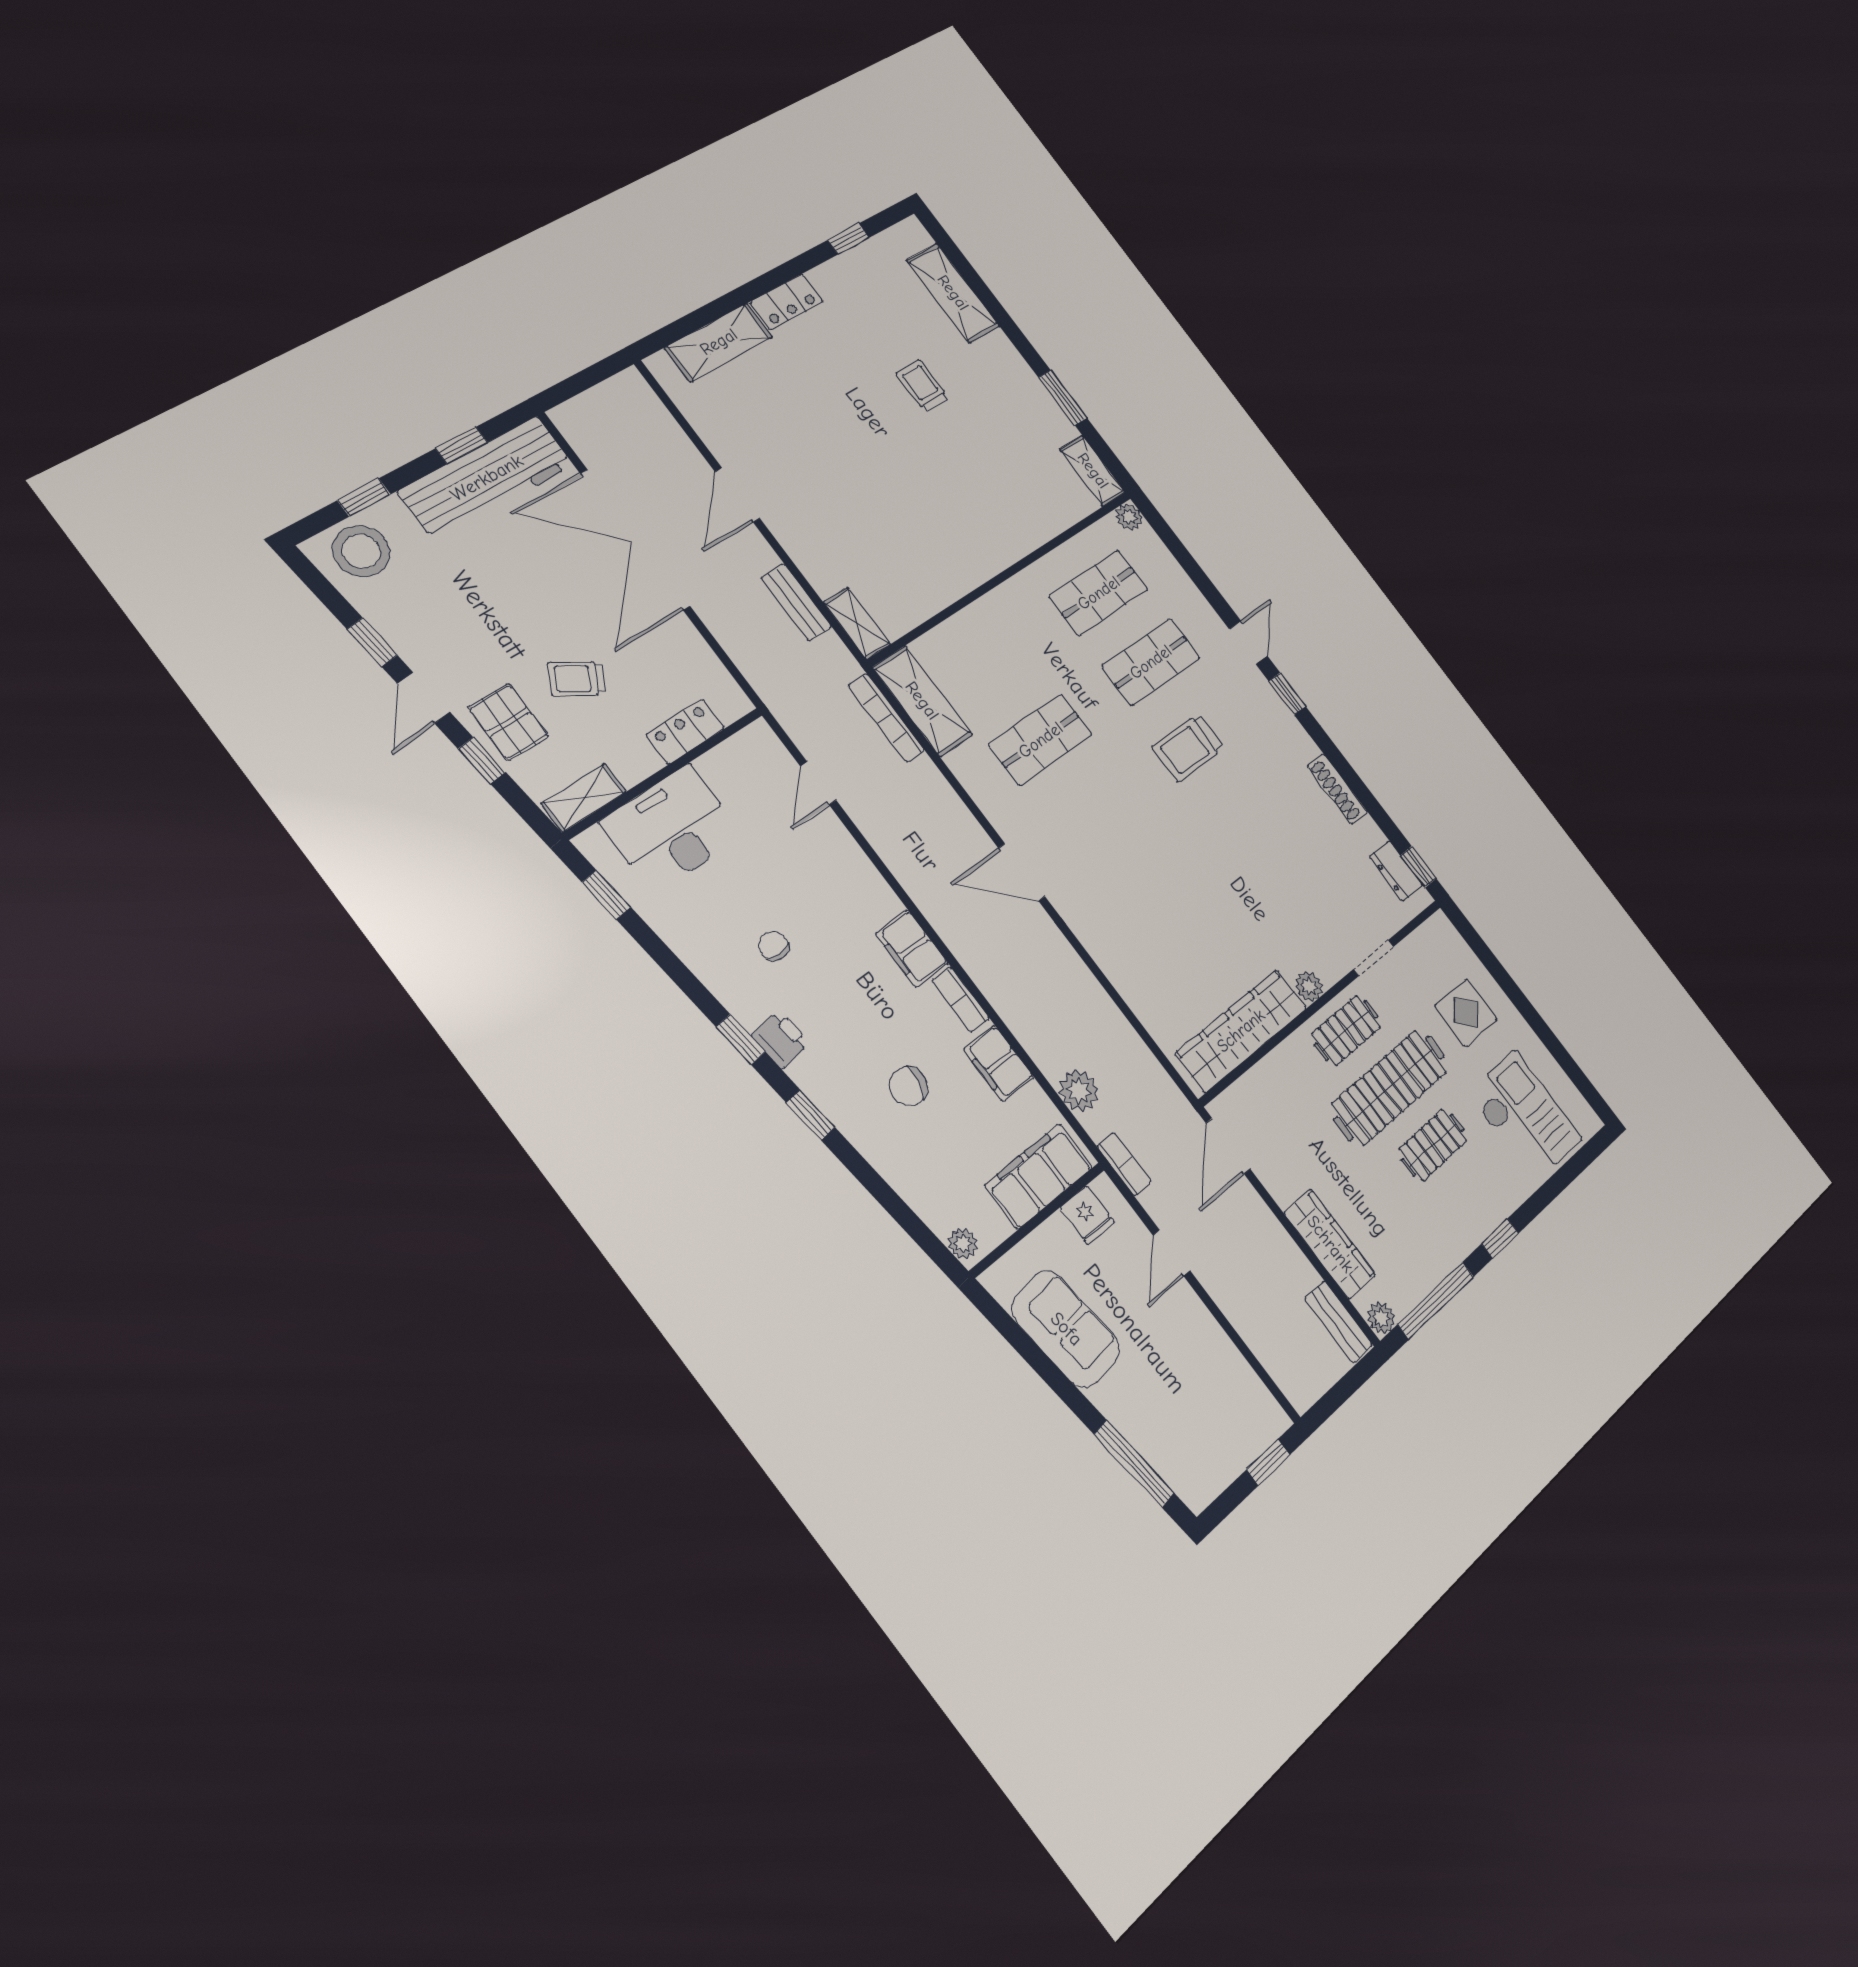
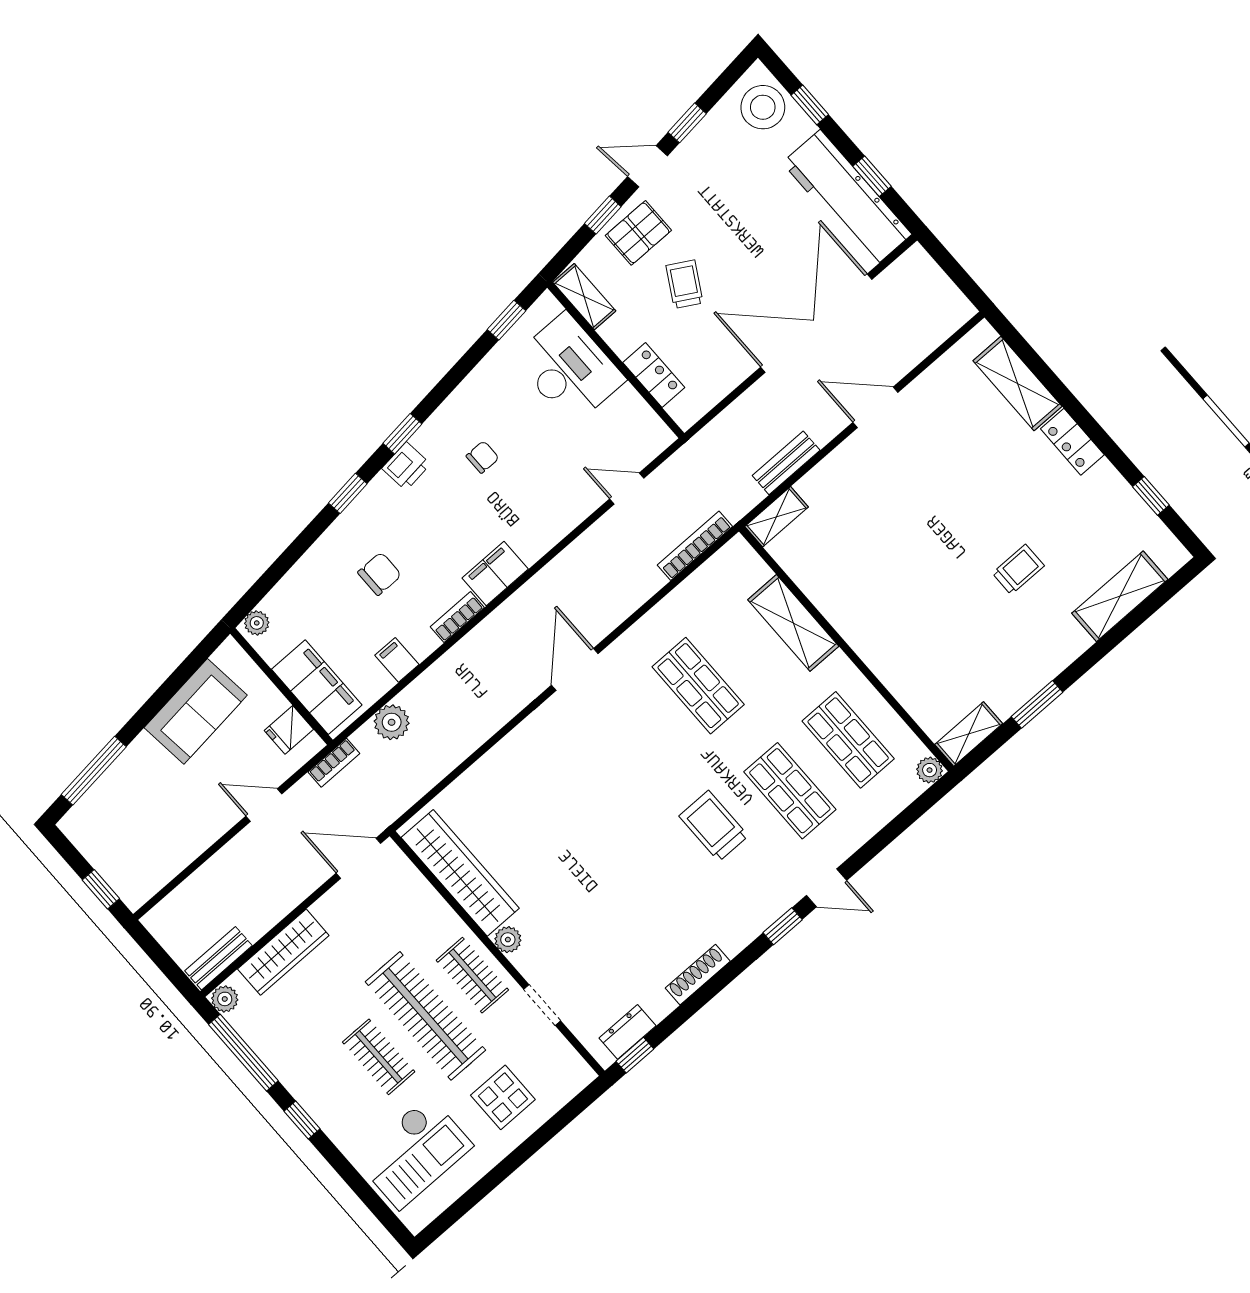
shelving: (922, 701) -> (793, 623), moved, turned 90
filing cabinet: (999, 1063) -> (397, 660), width x0.50
chair: (908, 1086) -> (380, 574), turned 79

